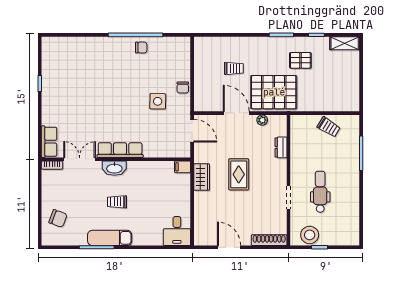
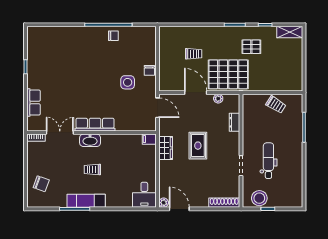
row of seats: (49, 142) -> (34, 103), moved
plant: (199, 240) -> (164, 203), added
door: (229, 247) -> (179, 209), moved

